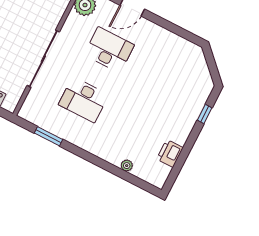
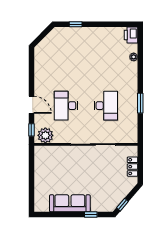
window: (49, 136) -> (140, 103), moved
printer: (170, 153) -> (131, 35), moved, turned 90

